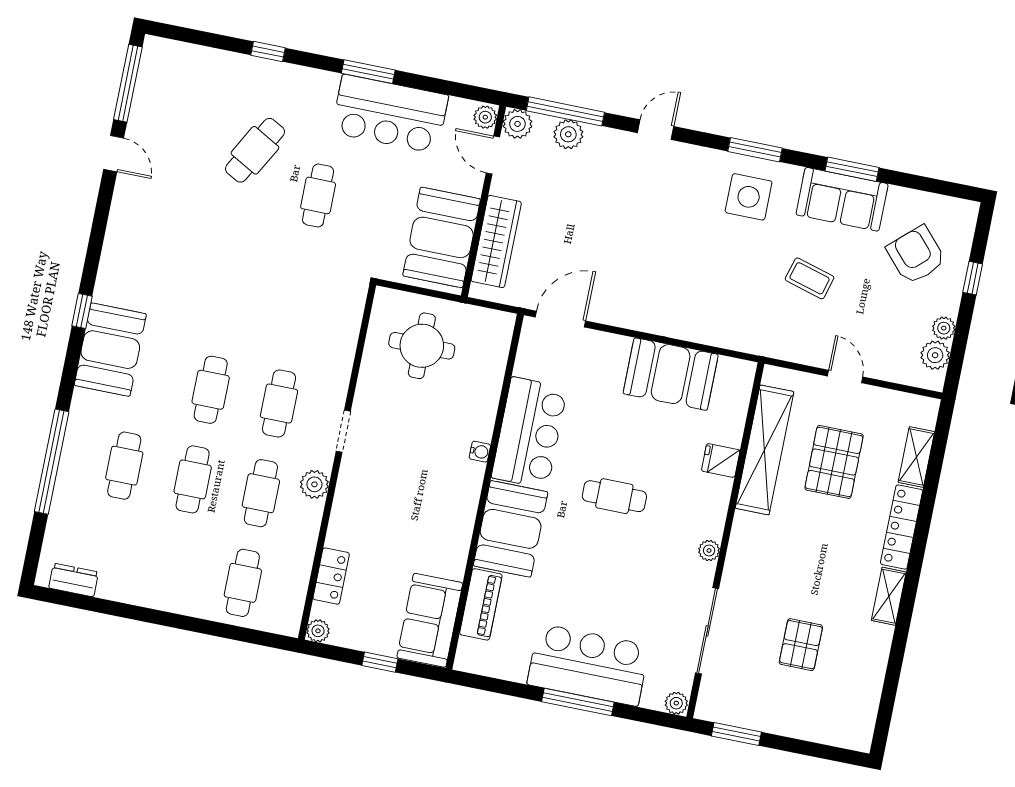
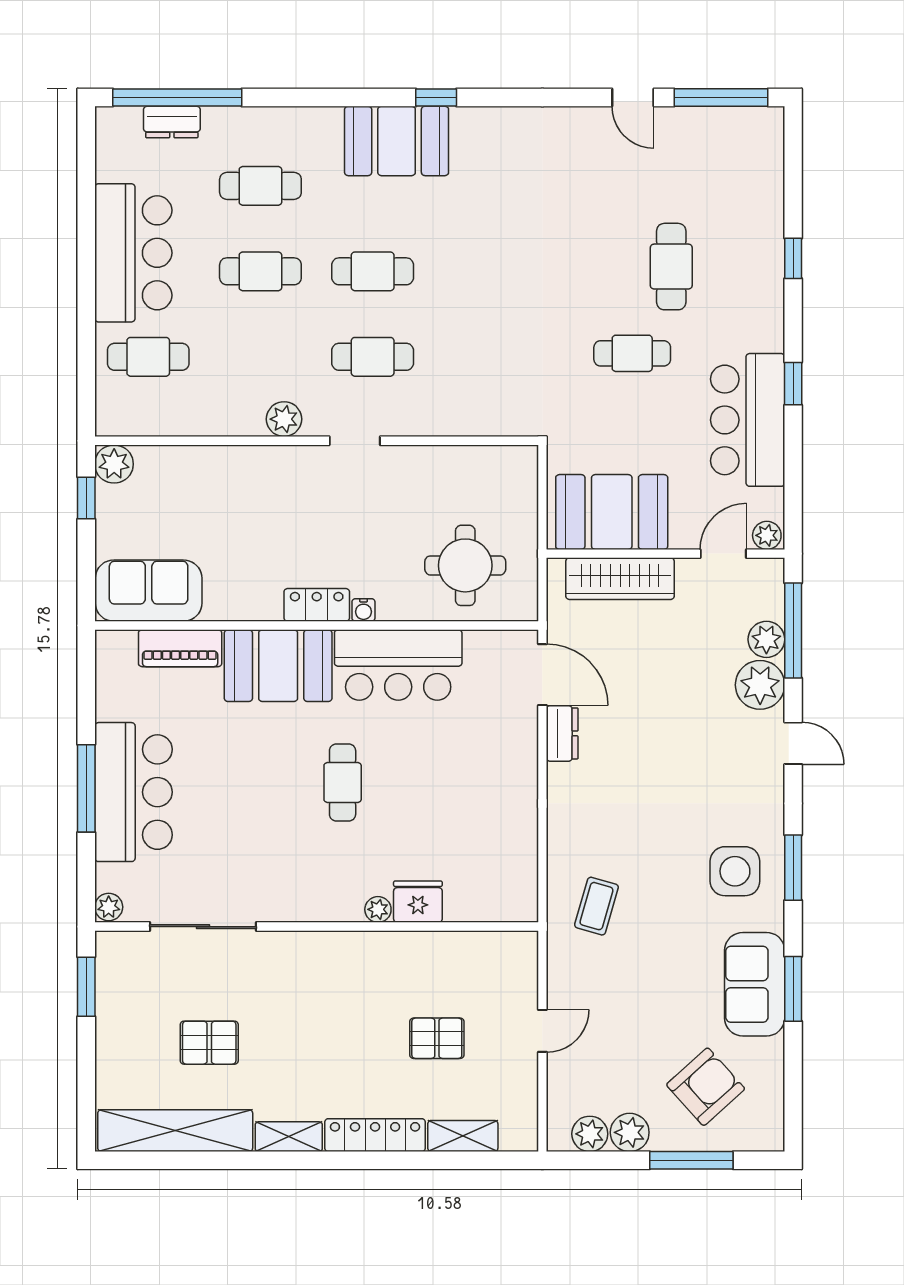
window: (368, 72) -> (793, 384), width x0.67
plant: (517, 124) -> (760, 685), moved, width x1.36, depth x1.36
cafe table: (255, 150) -> (671, 267), turned 61
door: (114, 154) -> (633, 98), hinge flipped
coffee table: (810, 278) -> (596, 906), moved
window: (973, 278) -> (691, 1160), width x2.17
dresser: (611, 313) -> (562, 733), added
plant: (944, 328) -> (630, 1132), width x1.38, depth x1.38
round table: (422, 346) -> (465, 565), moved
booth: (671, 374) -> (503, 821), removed
shelving: (765, 450) -> (175, 1131), moved
fridge: (721, 460) -> (418, 902), width x1.38
window: (52, 462) -> (177, 98), moved
pallet: (834, 462) -> (437, 1038), width x0.67, depth x0.71
cafe table: (261, 493) -> (260, 357), removed
plant: (709, 551) -> (378, 909), moved
locker: (331, 576) -> (317, 605), moved, turned 180
bar counter: (157, 578) -> (133, 253), added
dresser: (74, 580) -> (172, 122), moved, turned 90
plant: (318, 631) -> (114, 464), width x1.38, depth x1.38
window: (380, 662) -> (86, 498), moved

